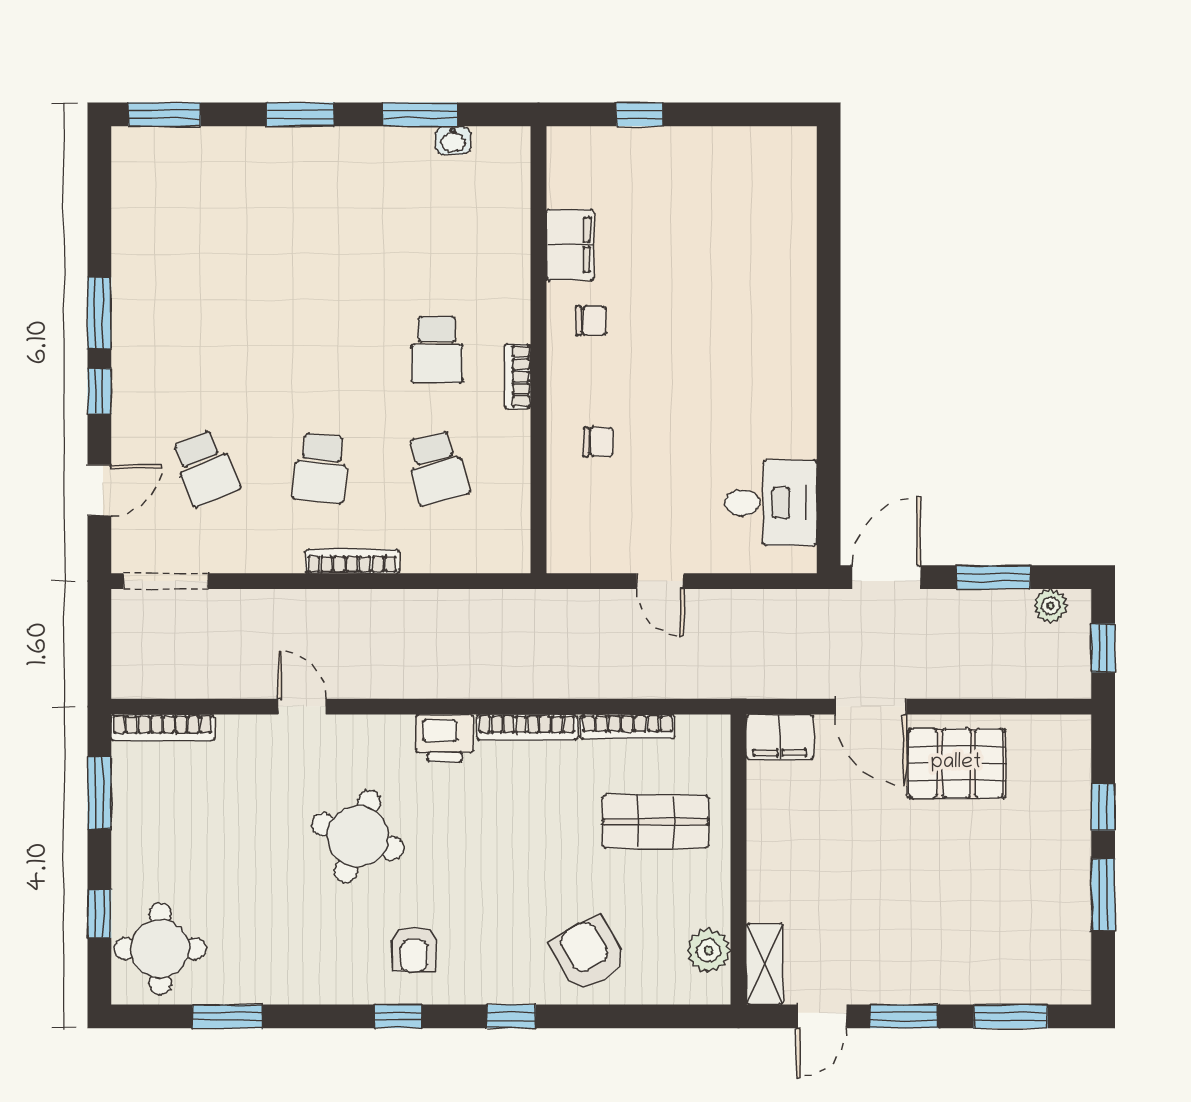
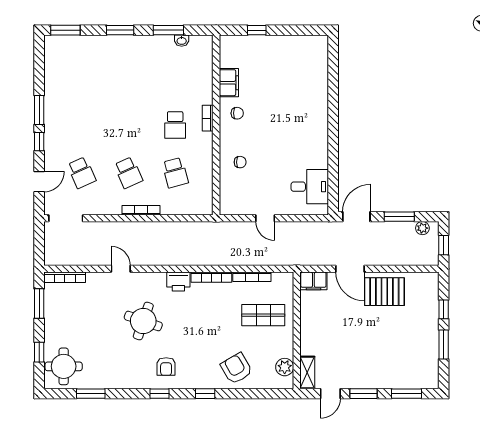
bookcase: (518, 376) -> (208, 118), moved
school desk: (321, 468) -> (128, 173), turned -30

